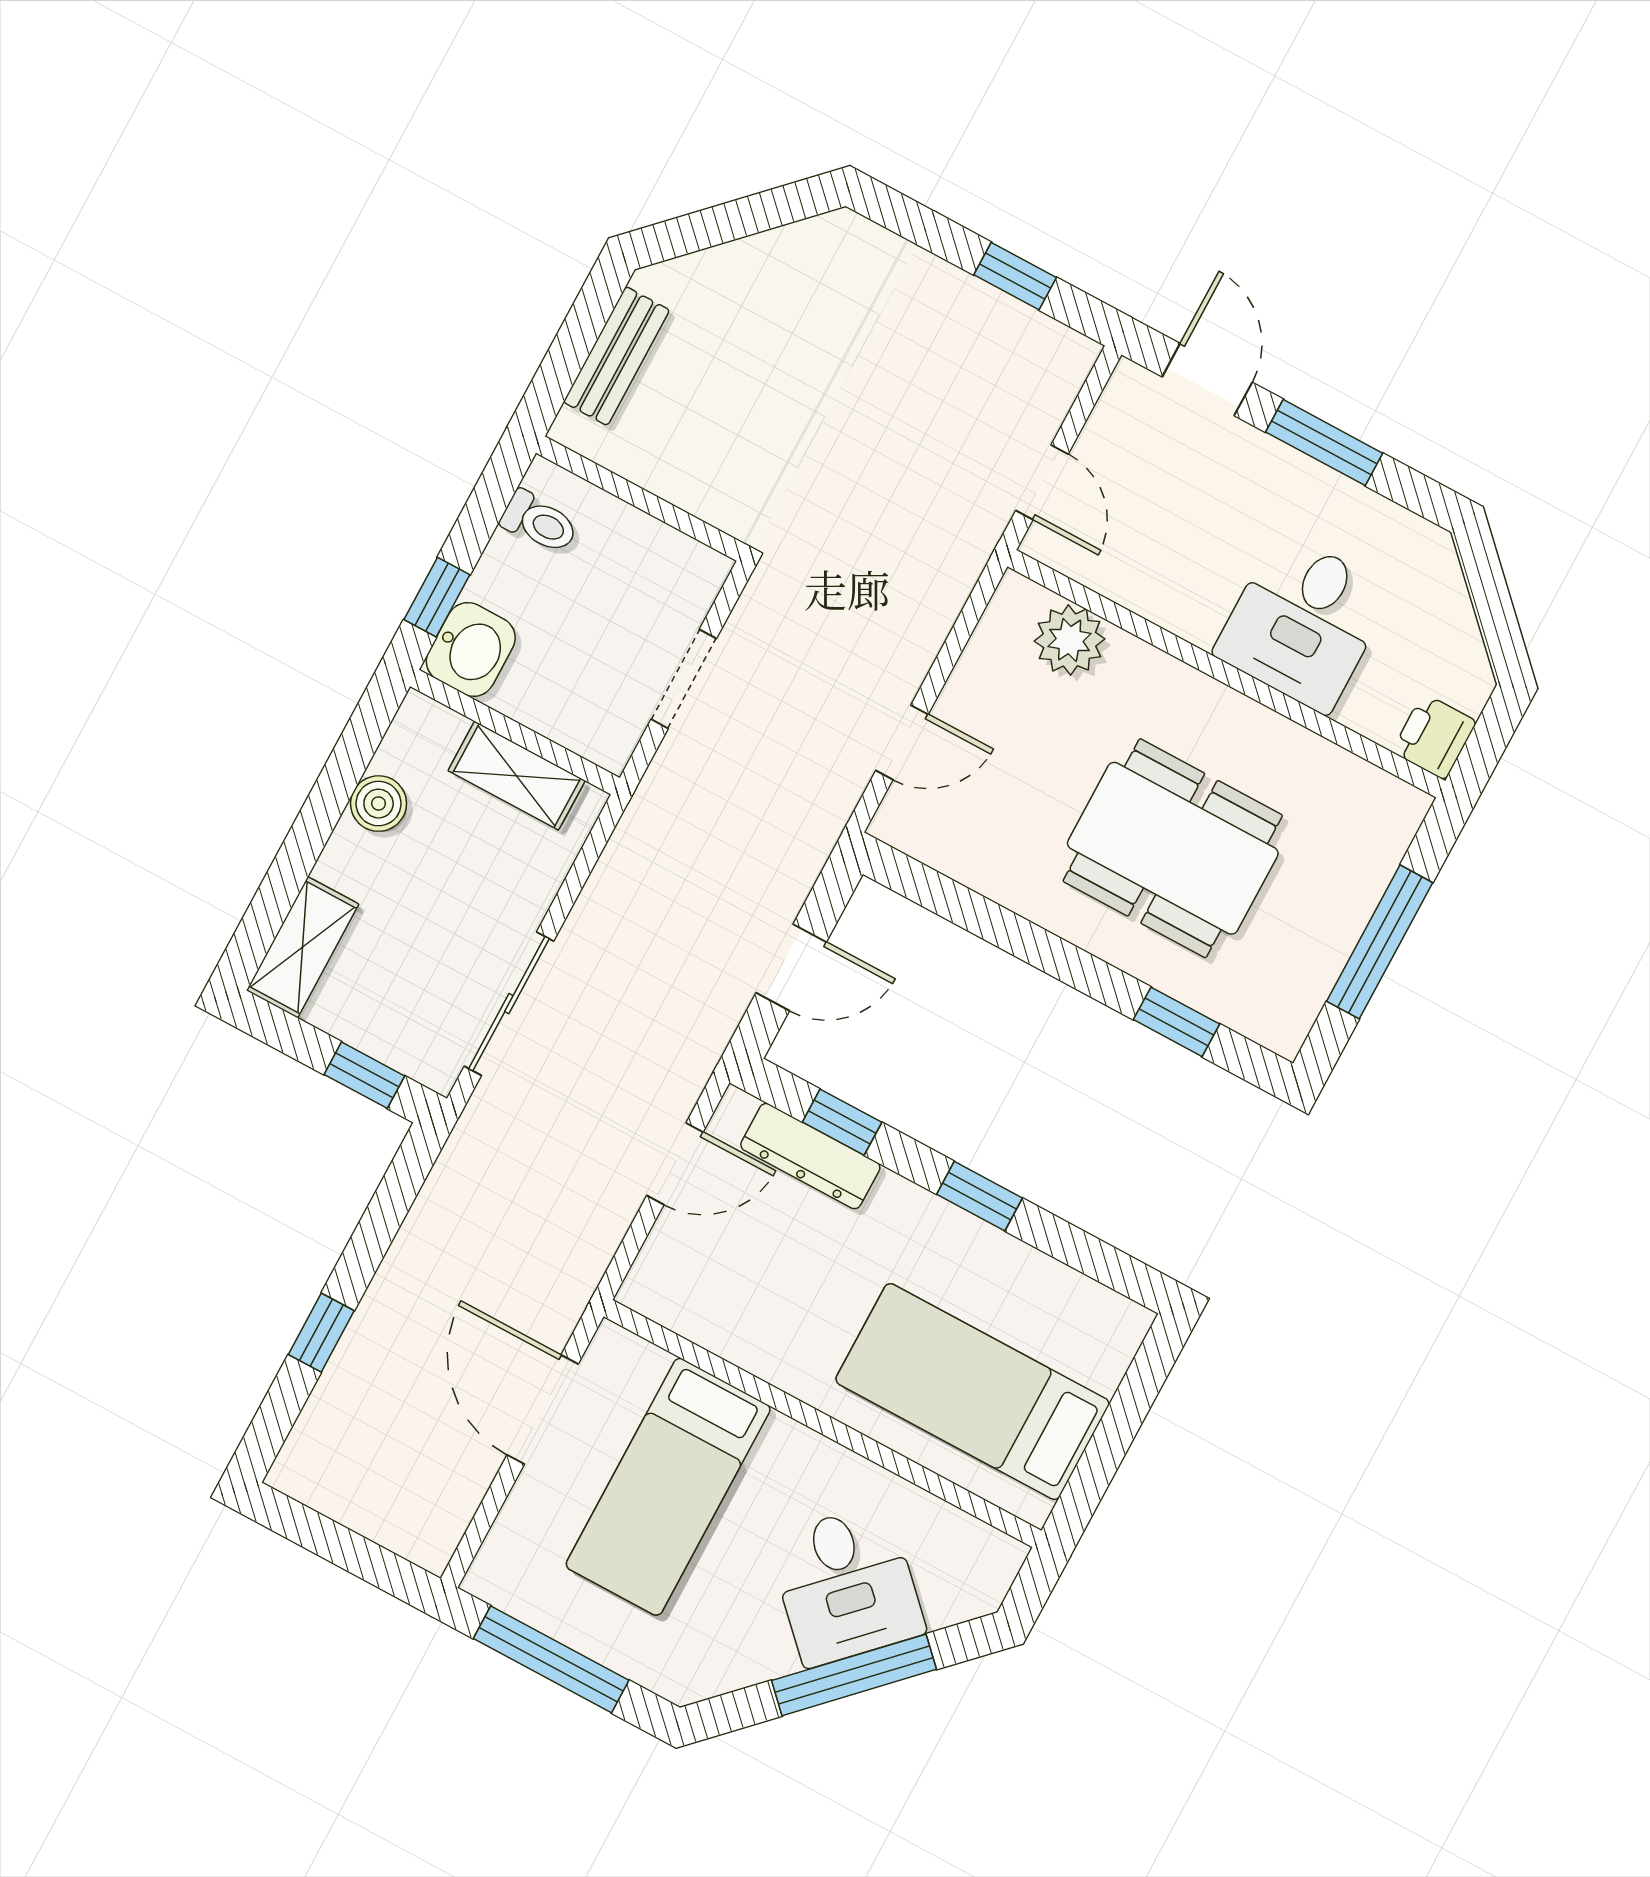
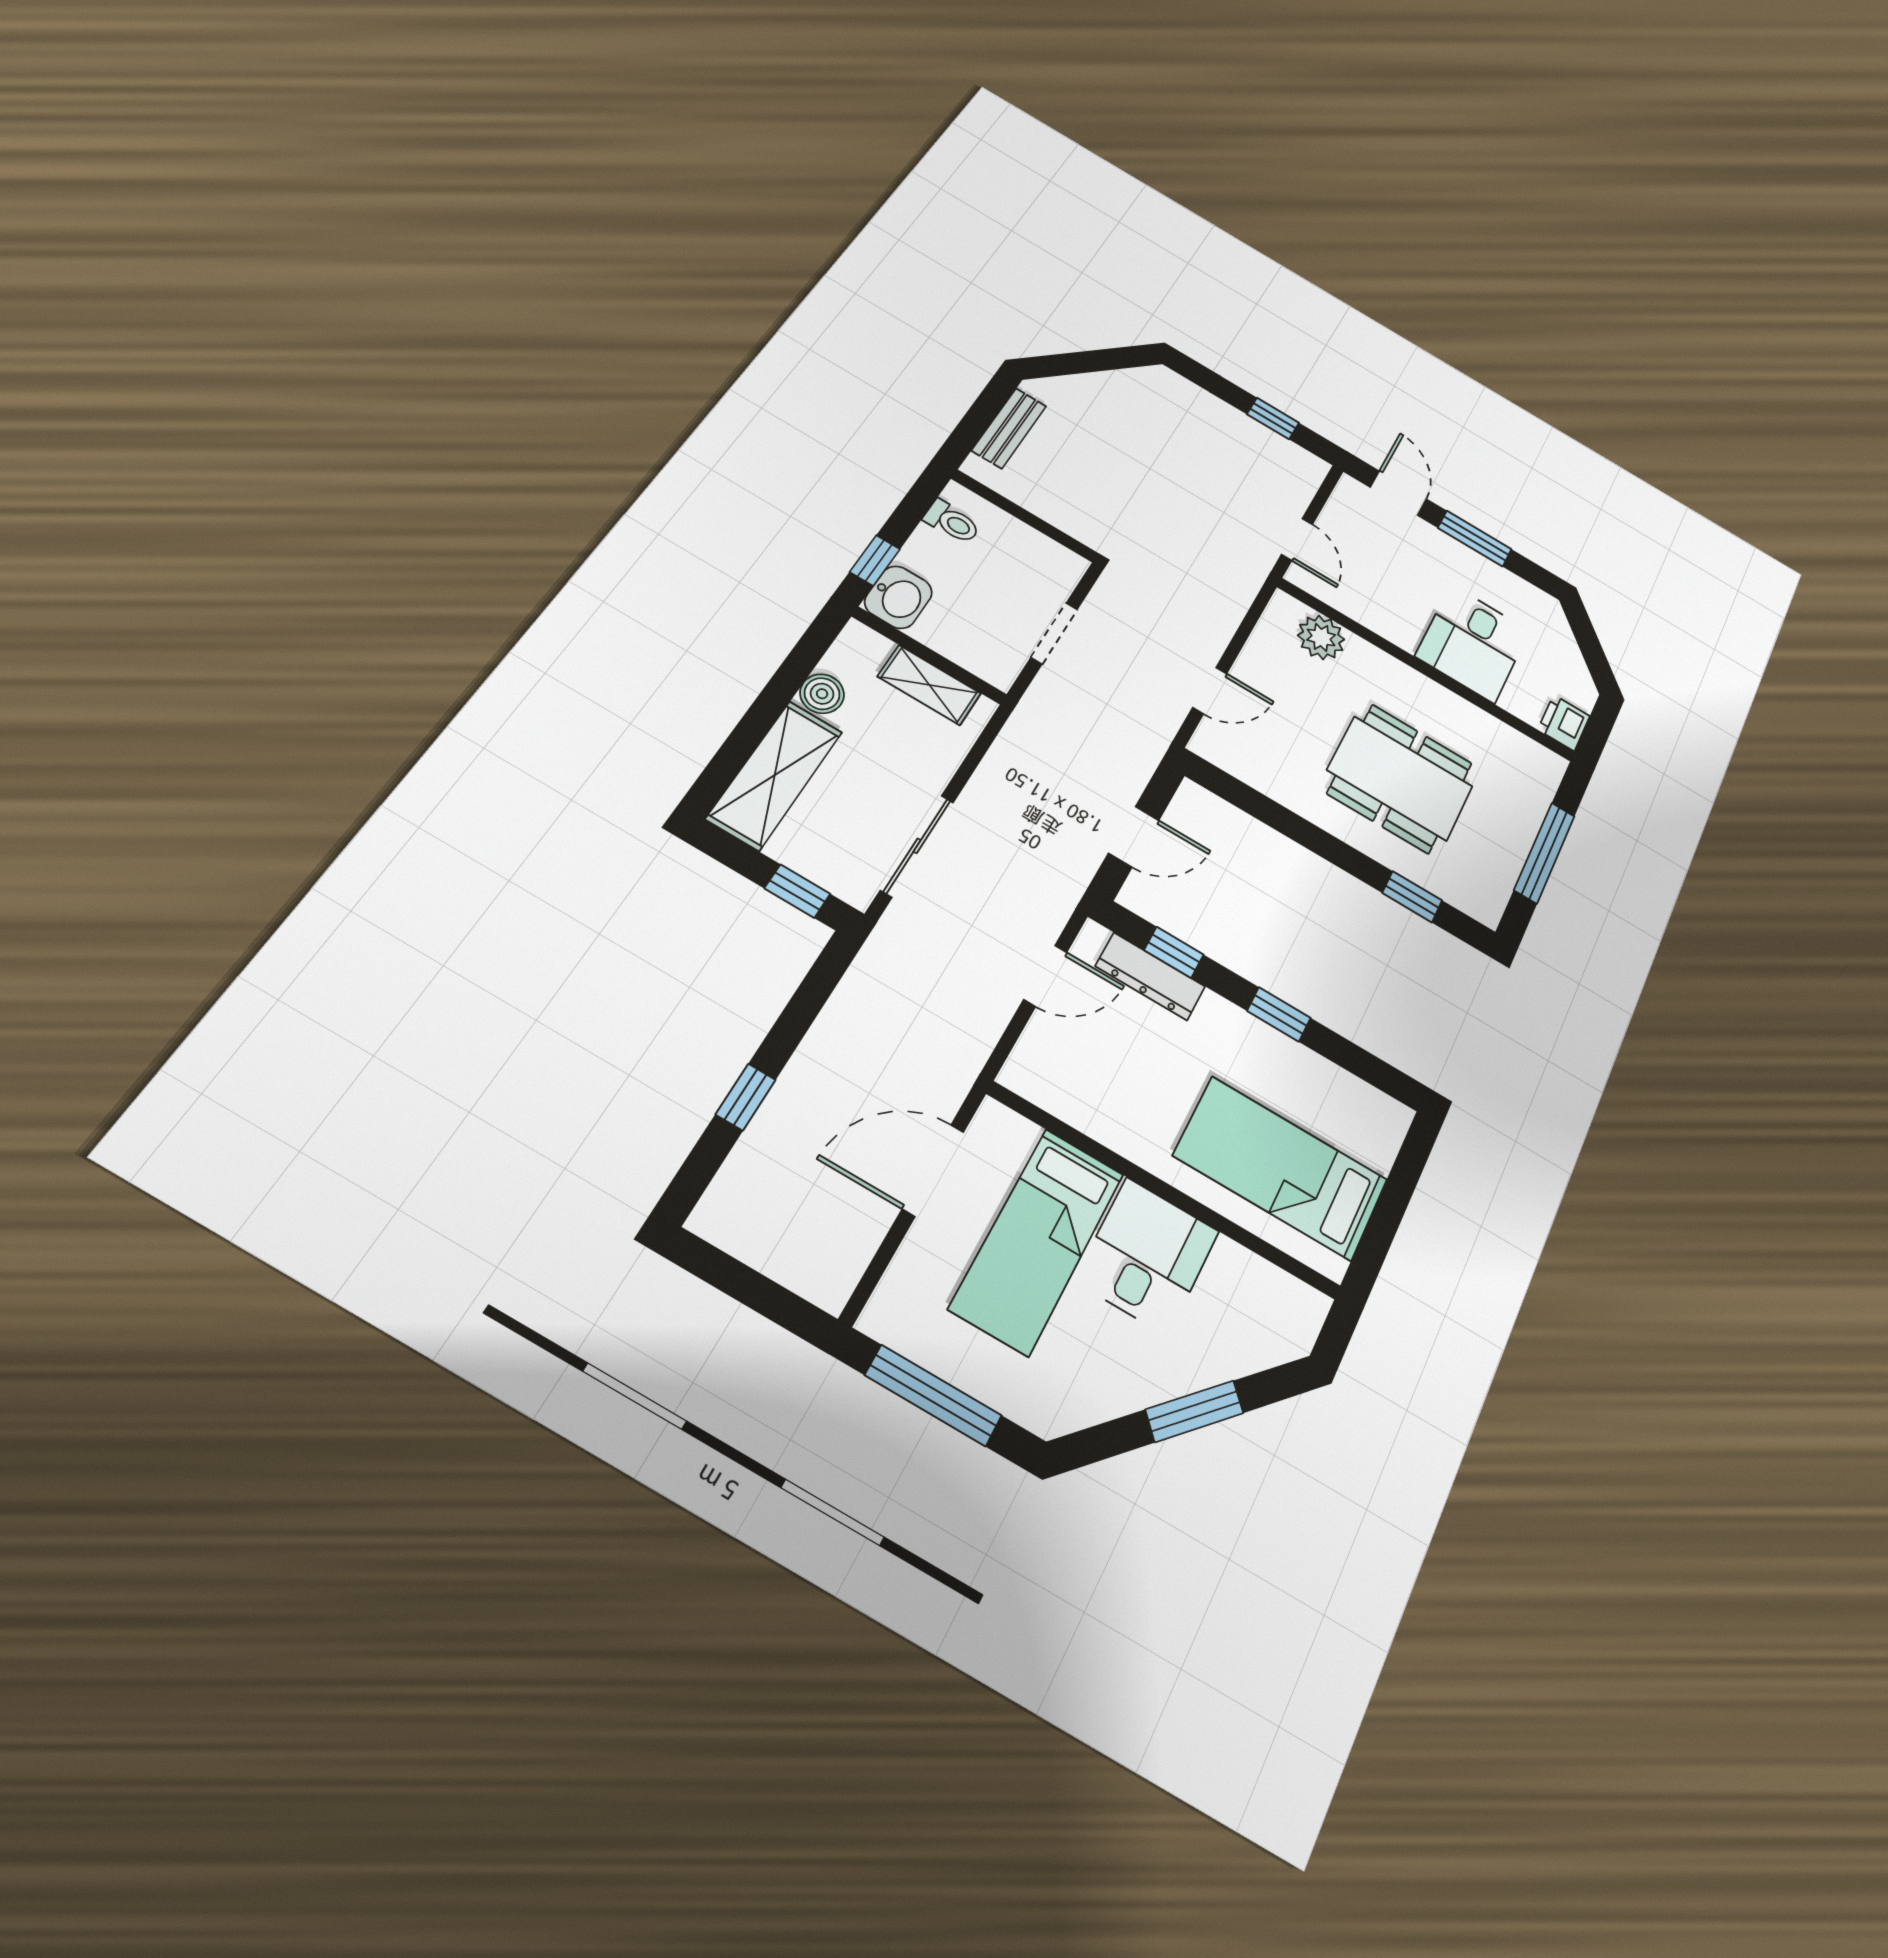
shelving: (303, 947) -> (775, 775), width x1.50, depth x1.33
door: (543, 1409) -> (933, 1170), hinge flipped
desk: (846, 1585) -> (1147, 1256), moved, turned -135
window: (854, 1675) -> (1195, 1411), width x0.69

